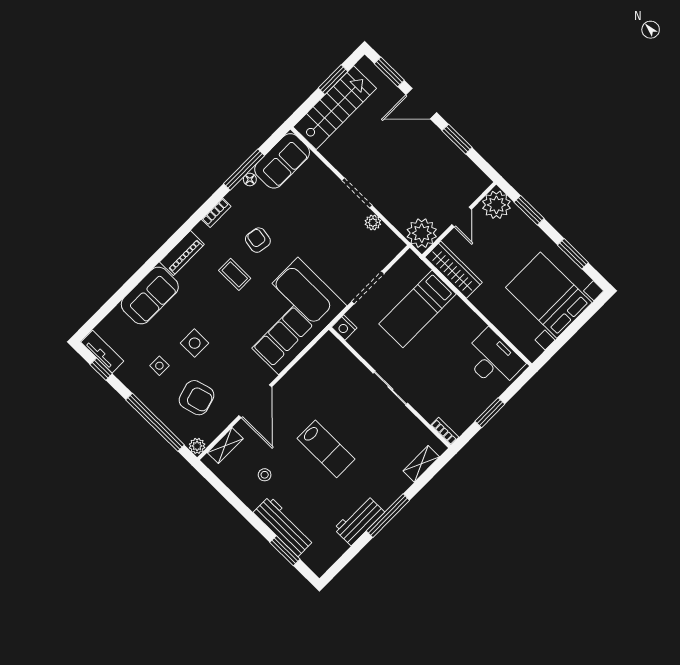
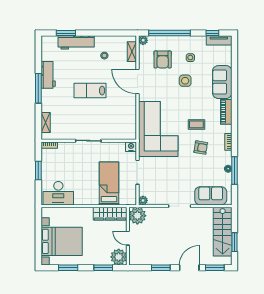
sofa: (282, 161) -> (211, 196), moved, turned 90
plant: (373, 222) -> (143, 200), moved
armchair: (197, 398) -> (163, 60), turned -74

